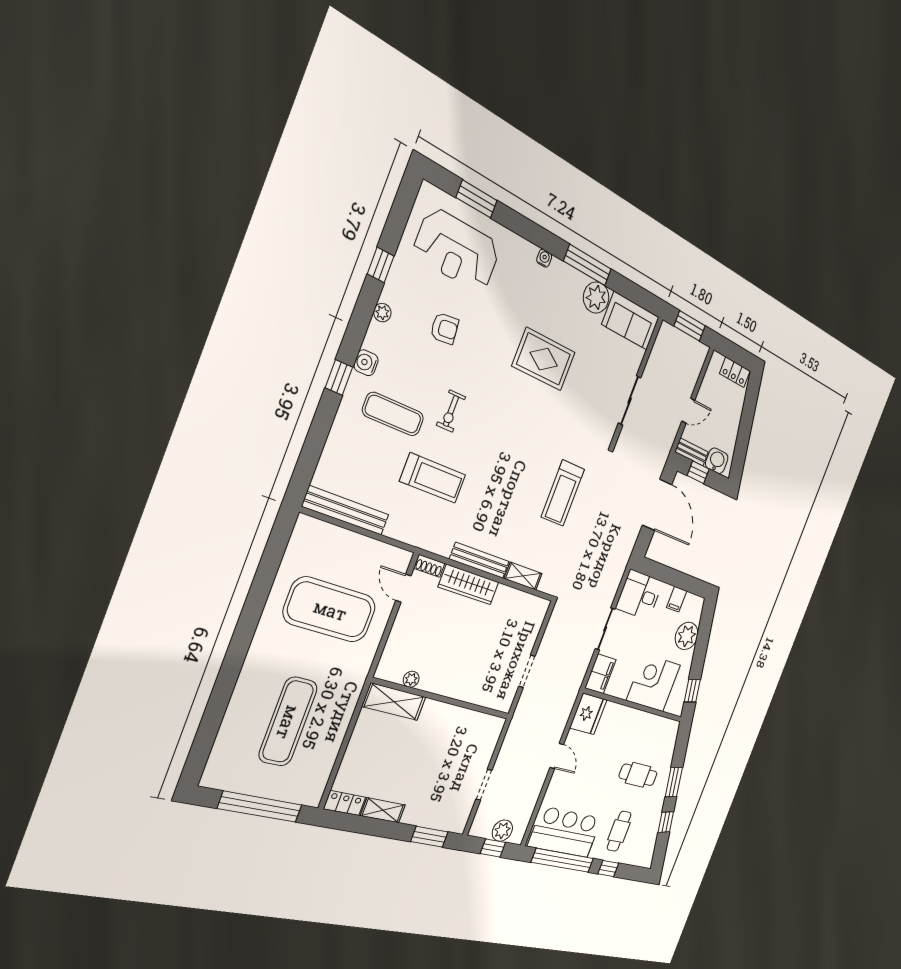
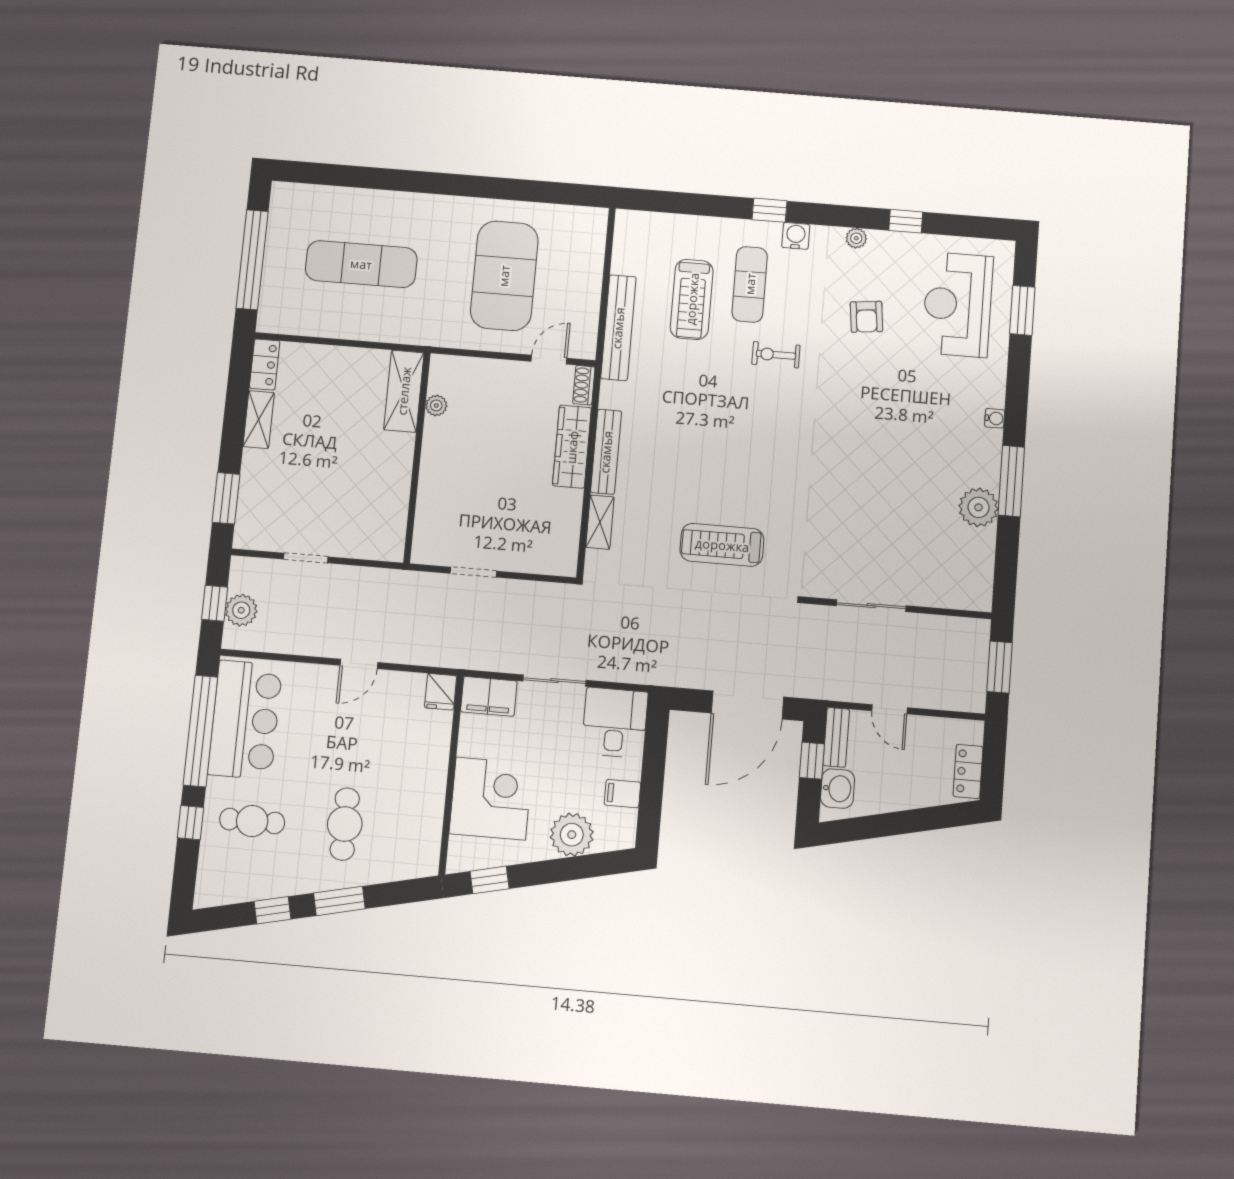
sofa: (631, 321) -> (970, 570), removed
rug: (544, 359) -> (878, 458), removed
treadmill: (433, 478) -> (692, 299), moved
bench: (346, 511) -> (618, 328), moved
fridge: (588, 714) -> (441, 692), width x0.53, depth x0.75

